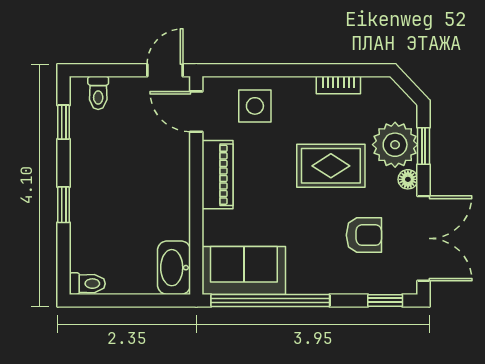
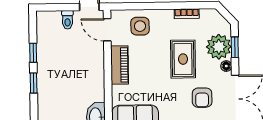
toilet: (98, 93) -> (67, 20), moved
window: (64, 122) -> (33, 53), moved
rug: (331, 166) -> (183, 59), turned 90
armchair: (364, 235) -> (202, 98), turned 90

